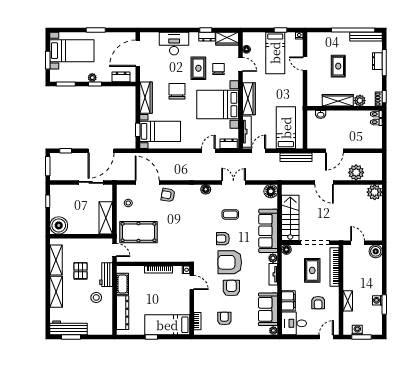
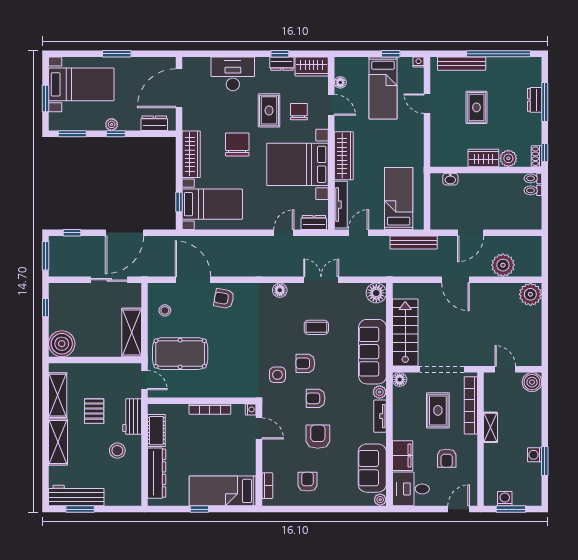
bench: (366, 37) -> (462, 64), moved
wardrobe: (338, 100) -> (483, 158), width x0.67
side table: (204, 246) -> (277, 375), added
armchair: (230, 262) -> (316, 398), width x0.53, depth x0.53
shelving: (348, 301) -> (490, 427), moved

